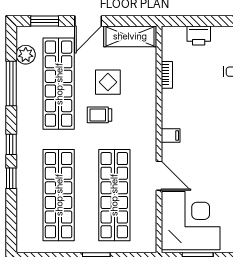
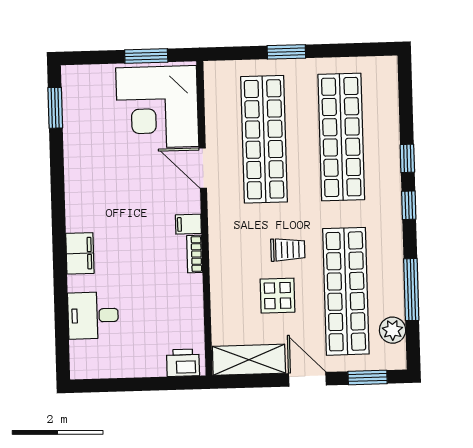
door: (88, 21) -> (307, 379), hinge flipped
printer: (199, 36) -> (183, 363), moved
bookcase: (167, 75) -> (195, 254), moved

